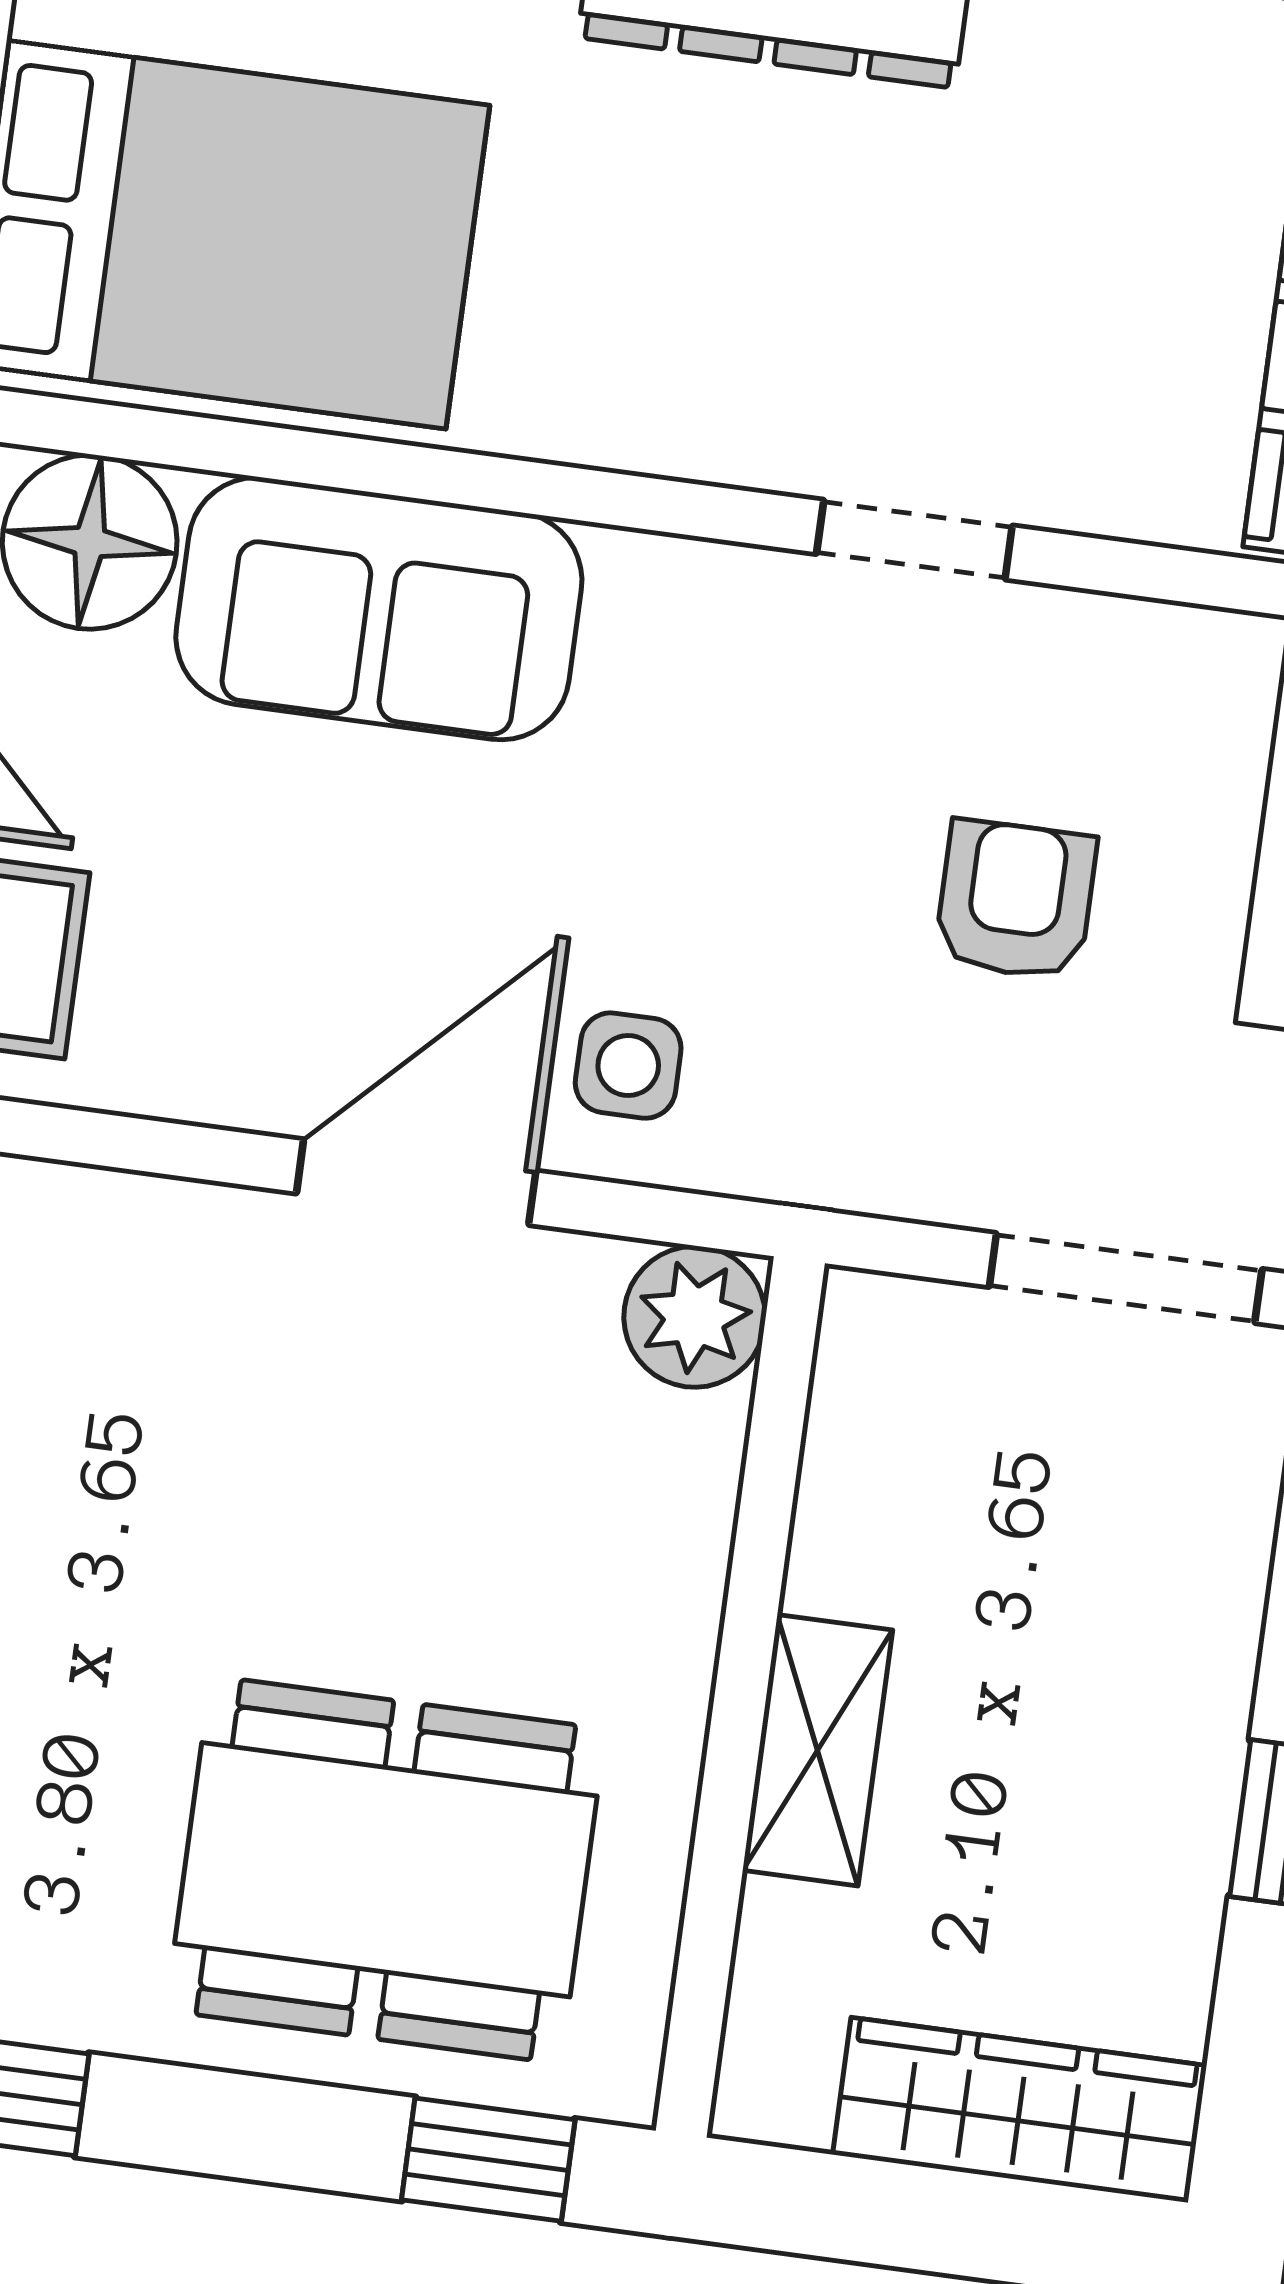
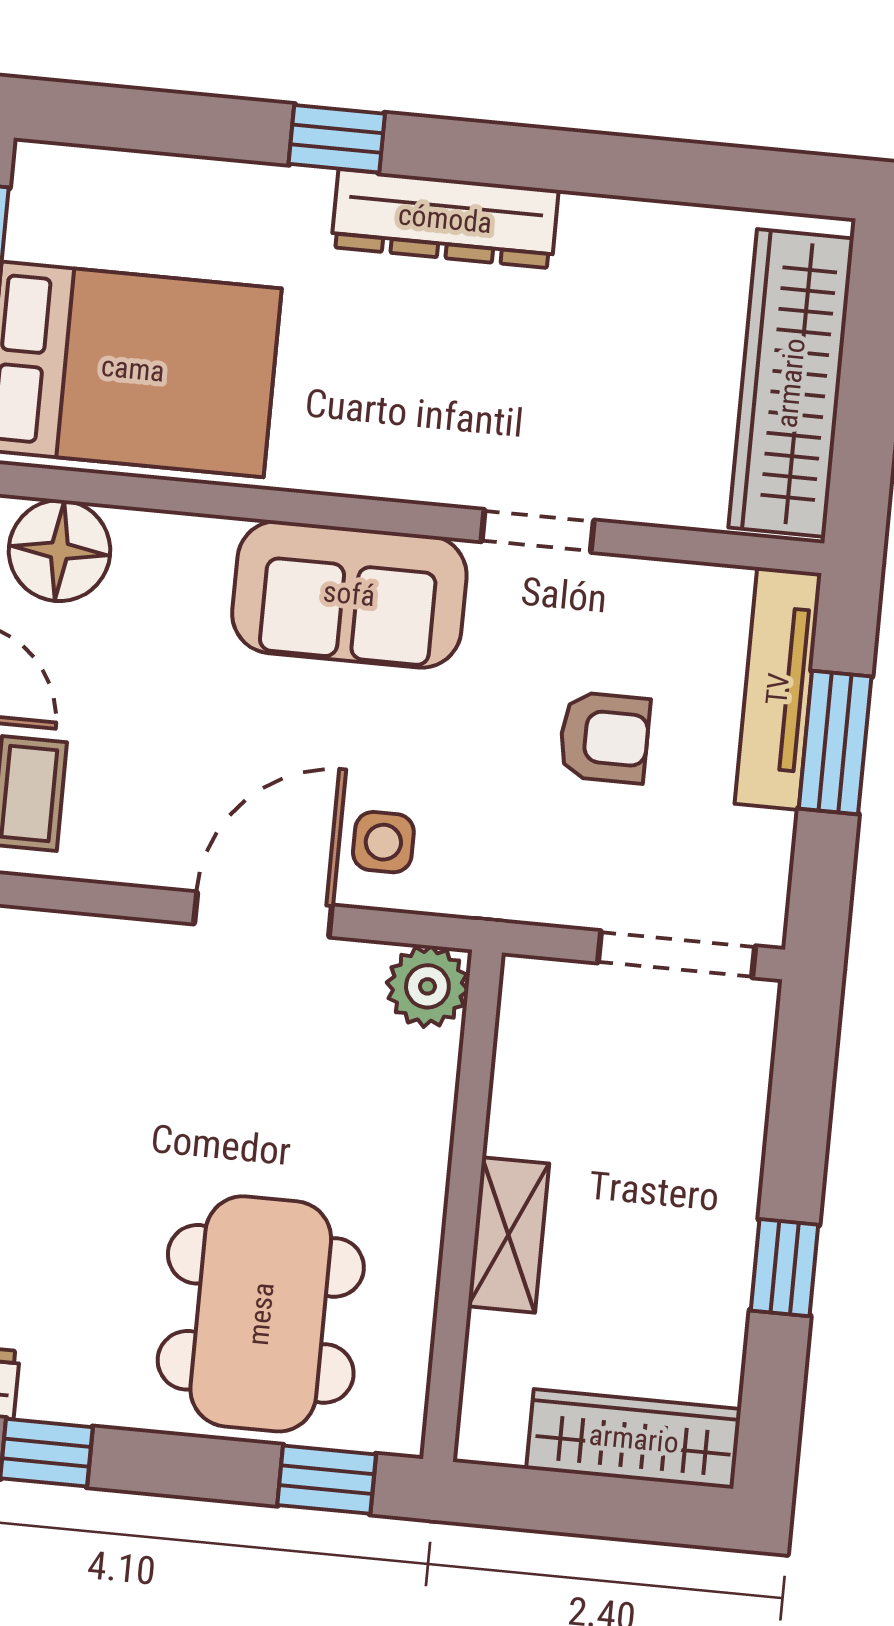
sofa: (379, 609) -> (349, 594), moved
armchair: (1016, 900) -> (604, 737), turned 90
dining table: (386, 1870) -> (261, 1314), turned 90

